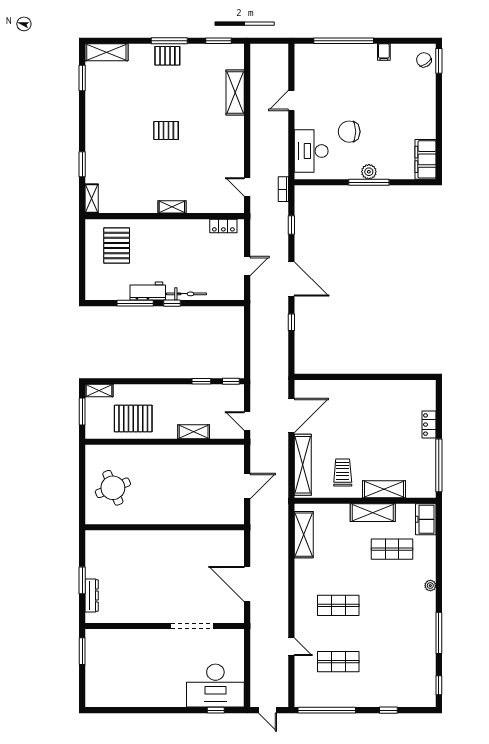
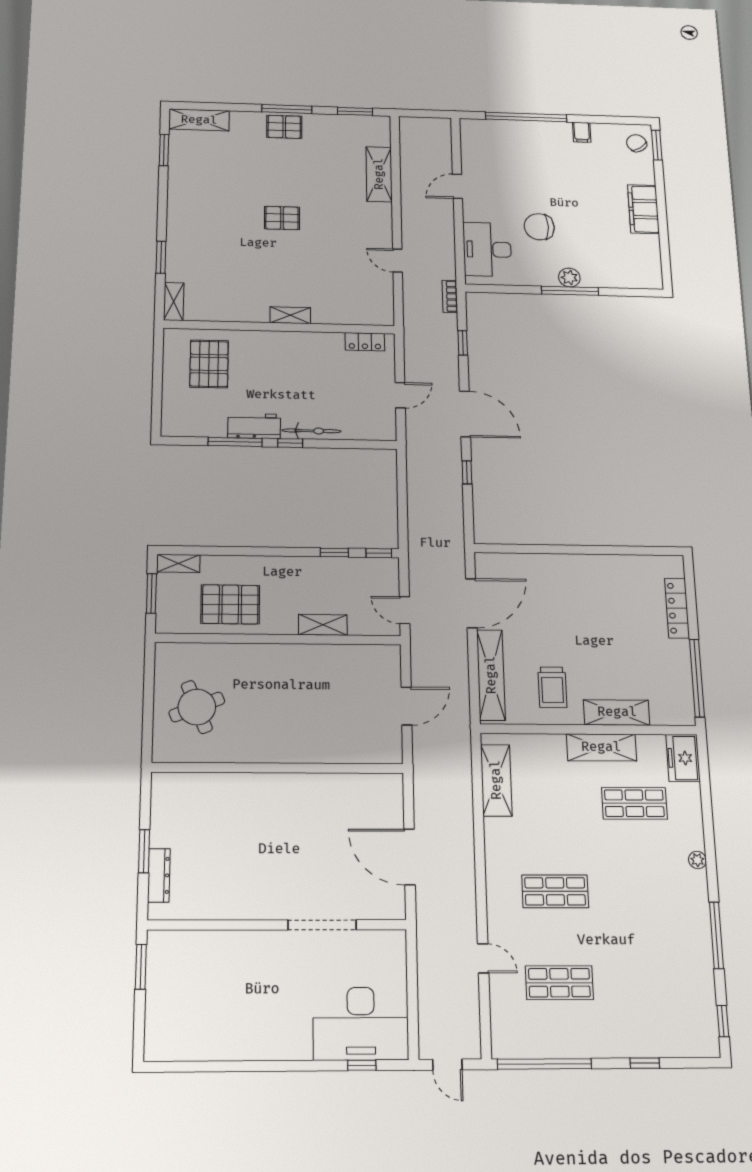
filing cabinet: (426, 159) -> (643, 209), moved
door: (247, 187) -> (397, 261), moved
locker: (429, 425) -> (677, 608), width x1.53
trolley: (343, 473) -> (552, 687), turned 180

